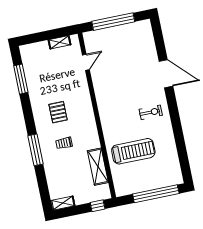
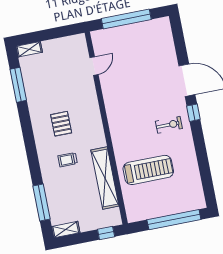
shelving: (59, 42) -> (29, 49), moved
window: (172, 102) -> (193, 113), added
window: (36, 150) -> (42, 202), moved
shelving: (98, 167) -> (105, 178), width x1.47

